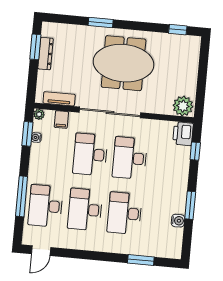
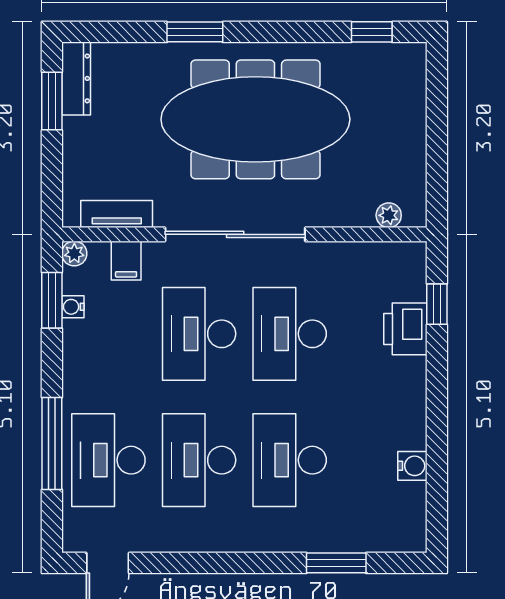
dresser: (45, 54) -> (76, 78), moved
meeting table: (124, 63) -> (255, 119), width x1.36
plant: (183, 106) -> (389, 215), width x0.53, depth x0.53
printer: (183, 134) -> (405, 329), moved
window: (190, 205) -> (437, 428), removed

